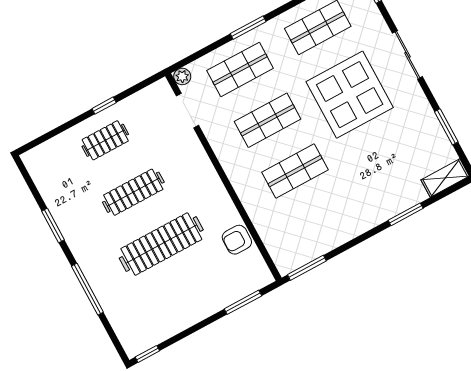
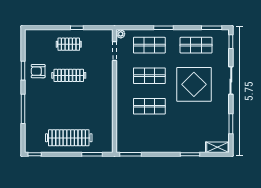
armchair: (237, 240) -> (38, 71), moved
clothes rail: (161, 244) -> (69, 138), moved

